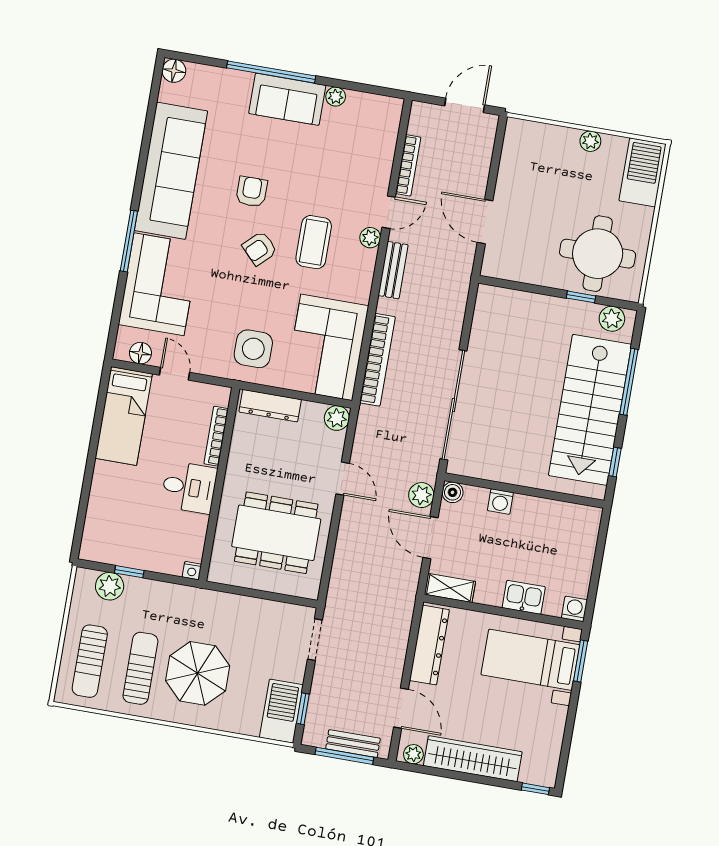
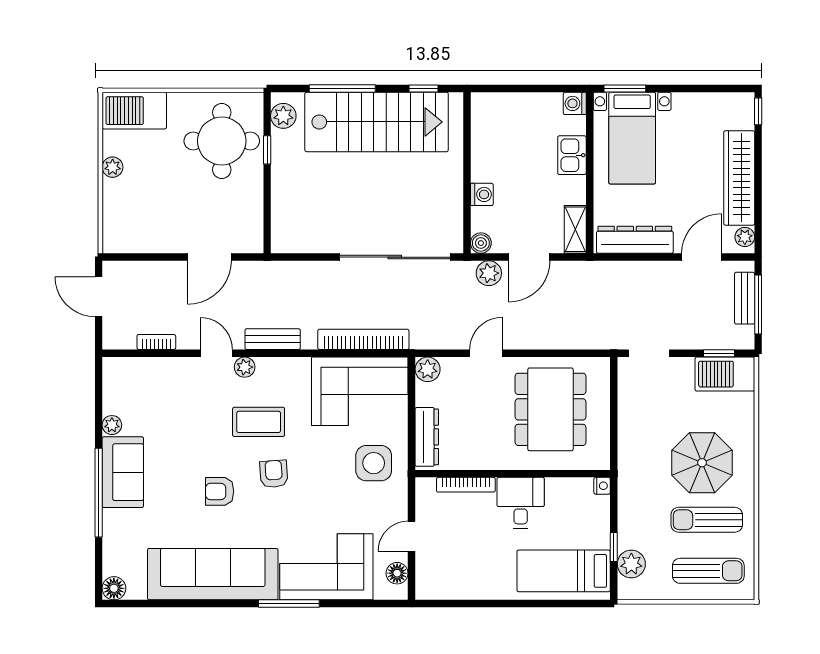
bookcase: (408, 165) -> (156, 342), width x0.64
armchair: (260, 248) -> (274, 474), turned -140
bed: (124, 416) -> (564, 571), moved, turned 180

